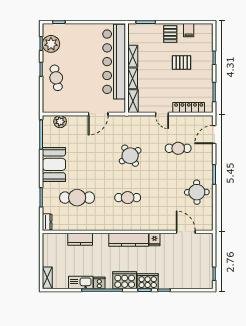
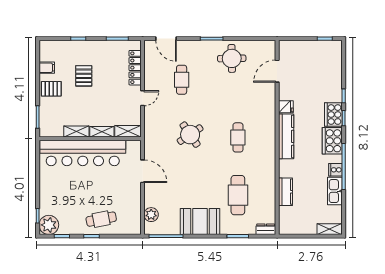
plant: (51, 44) -> (49, 225), moved

